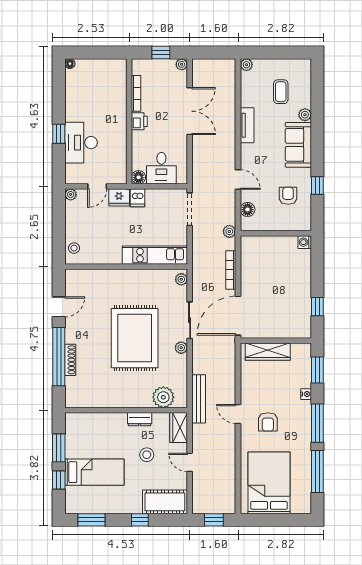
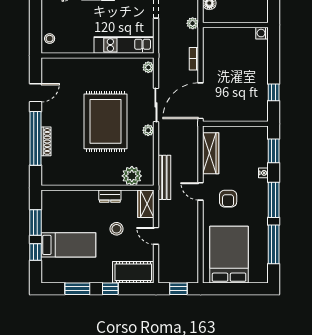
bookcase: (231, 270) -> (194, 59), width x0.64
wardrobe: (268, 352) -> (211, 153), moved, turned -90
window: (92, 520) -> (77, 289), moved

